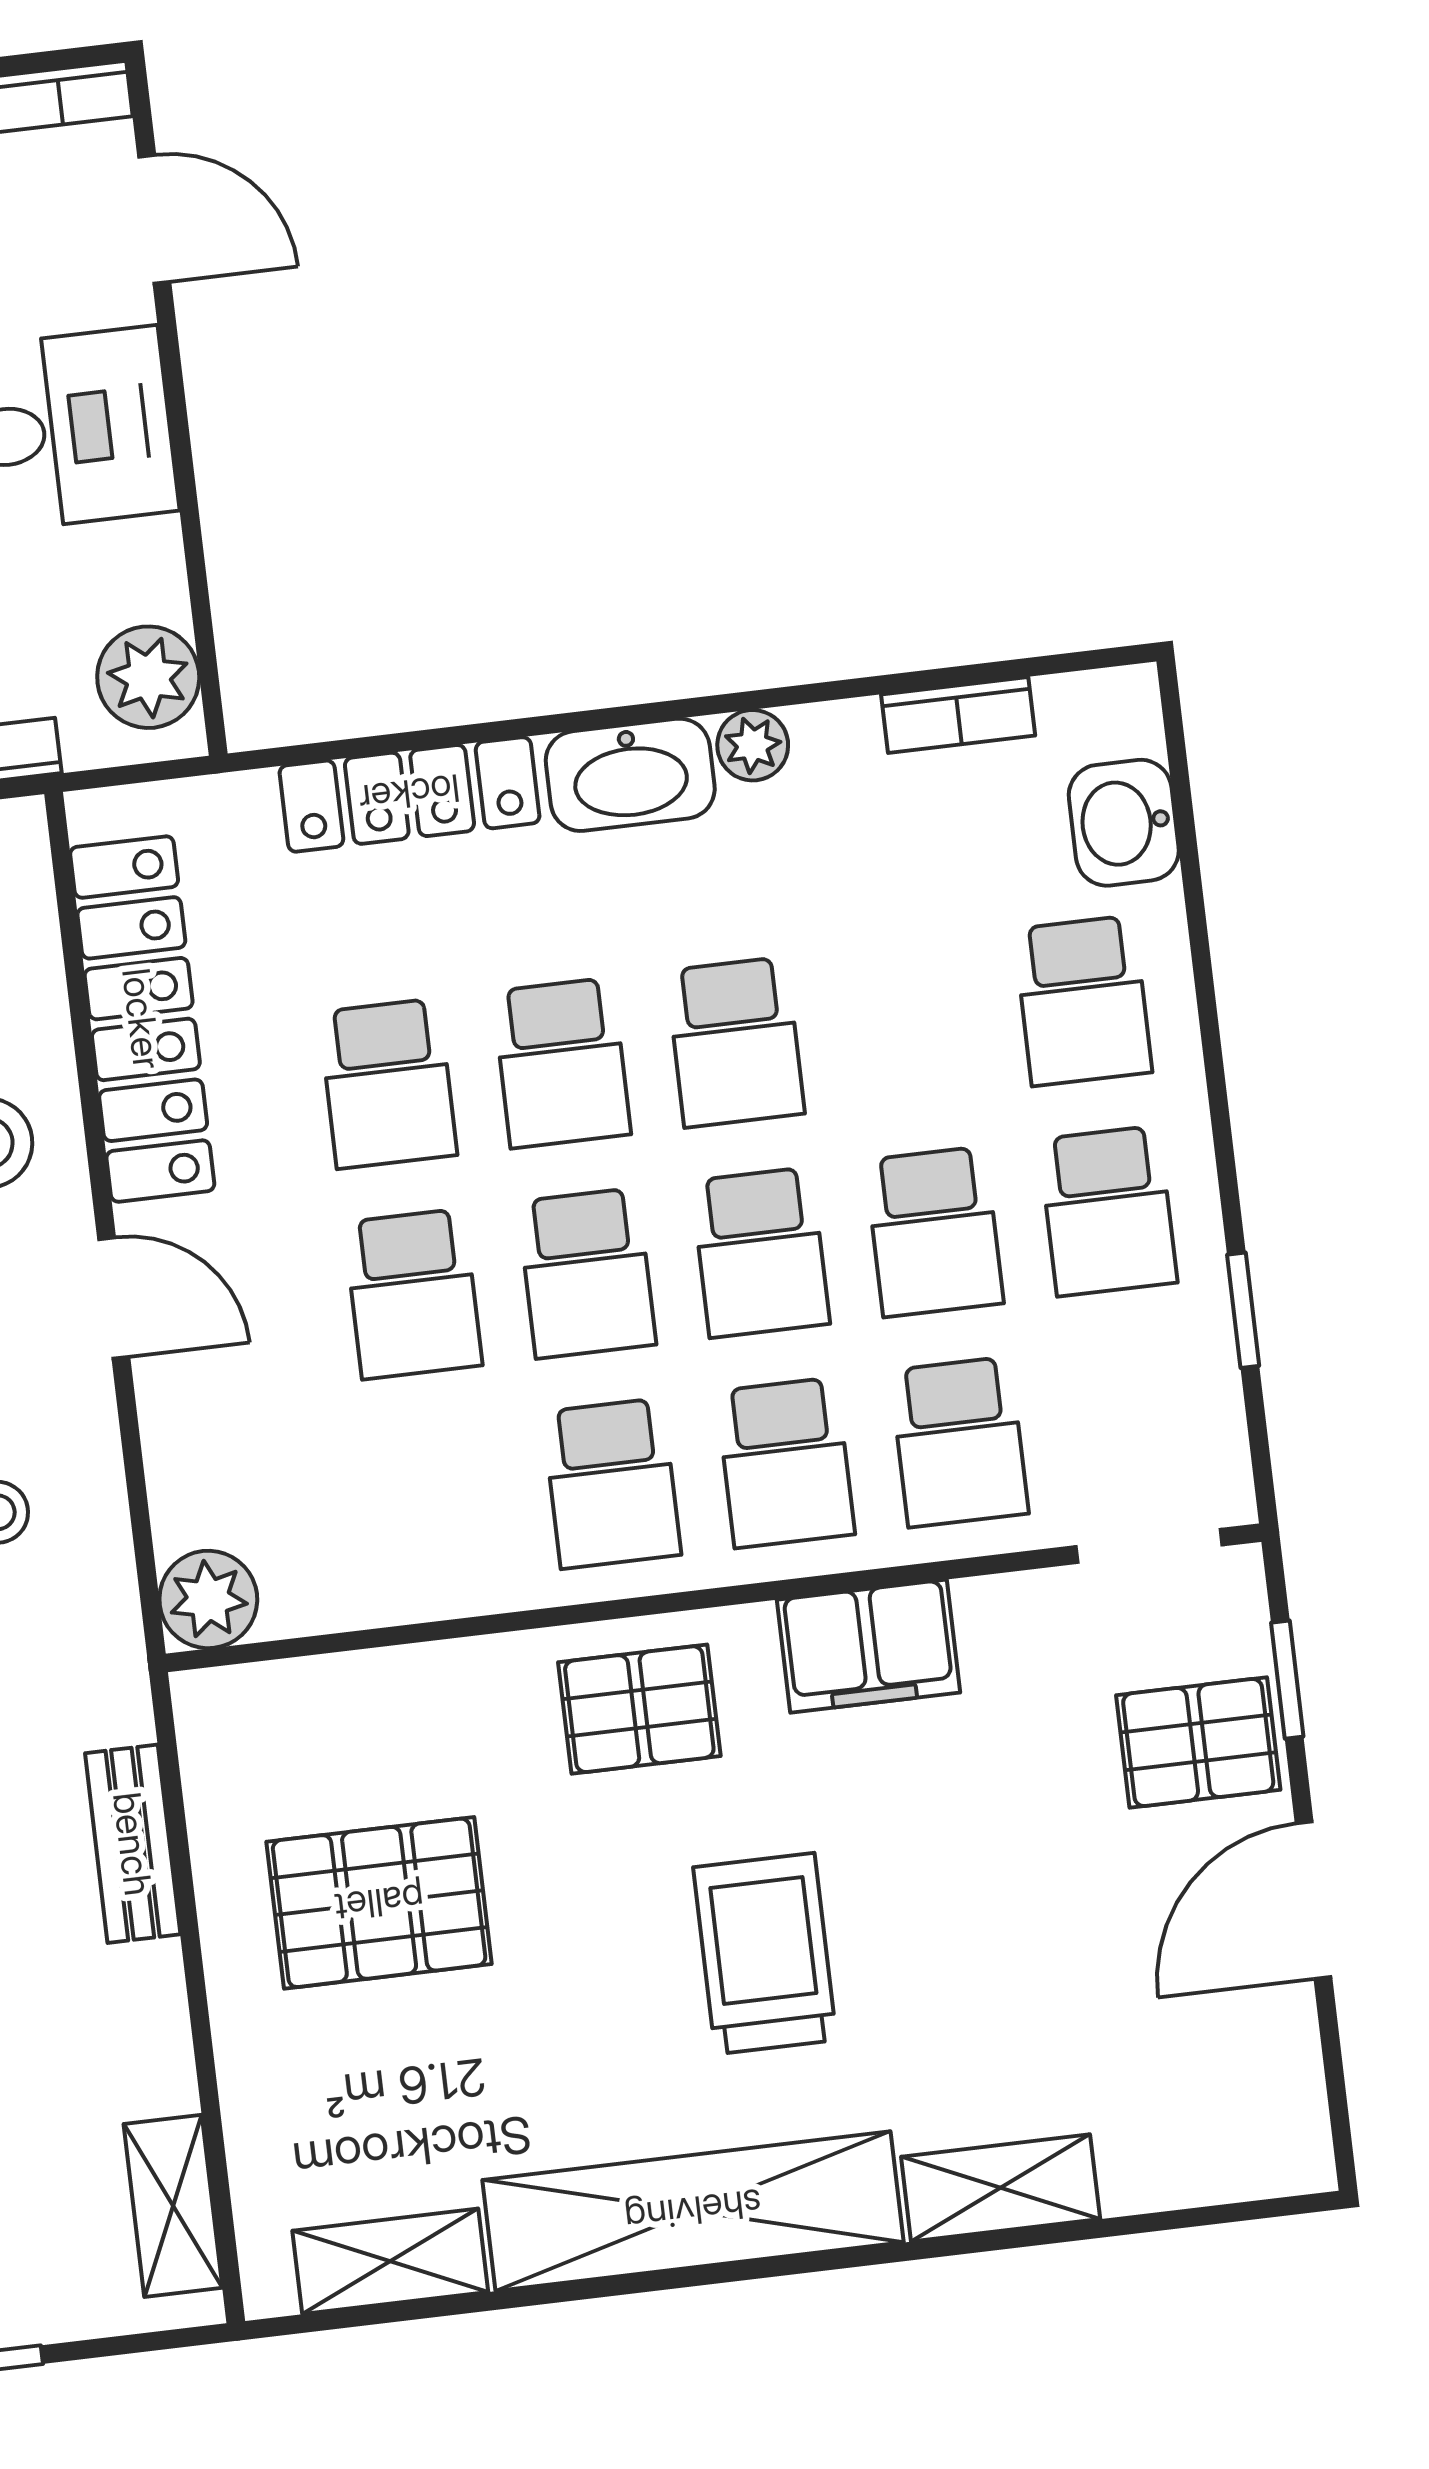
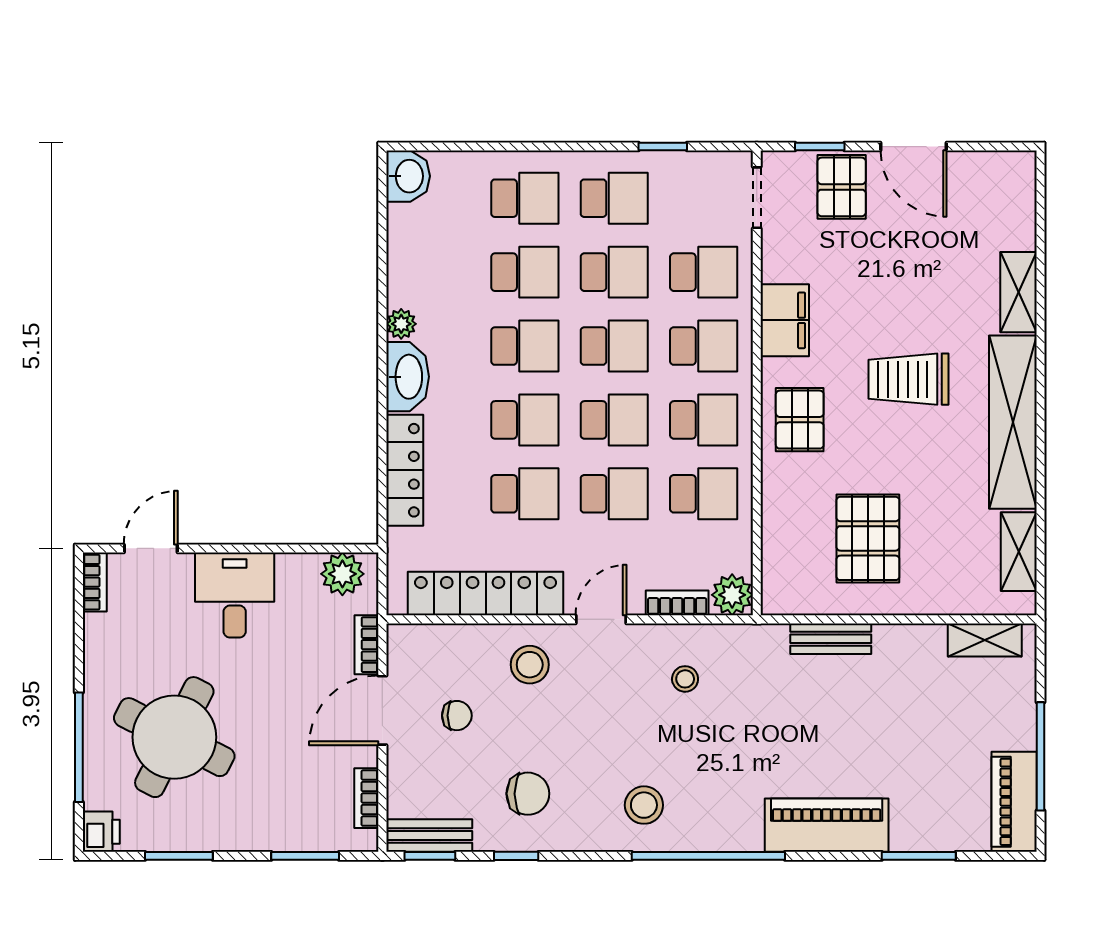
bookcase: (958, 715) -> (677, 603), moved, turned -90
washbasin: (1124, 823) -> (408, 176), moved, turned -90
school desk: (909, 1021) -> (525, 272), added
school desk: (438, 1504) -> (704, 494), added

